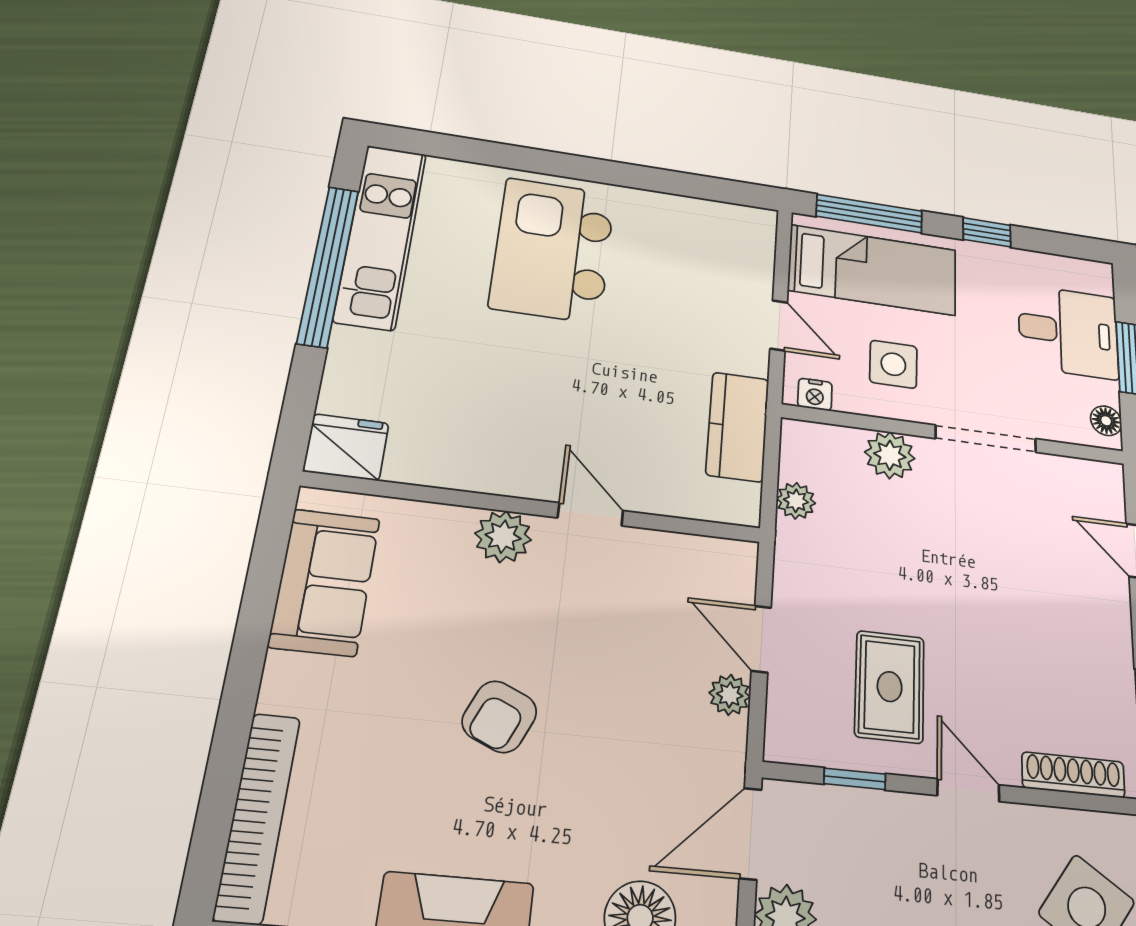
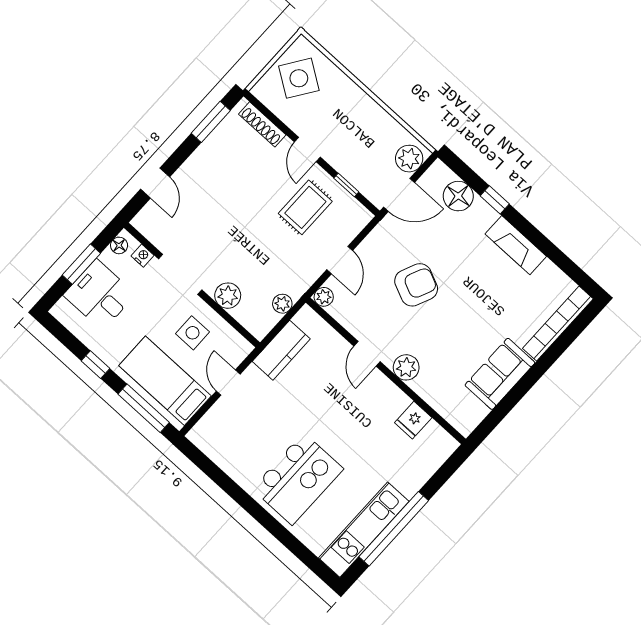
nightstand: (815, 394) -> (143, 256), moved
fridge: (346, 447) -> (413, 420), moved, width x0.72
sofa: (325, 582) -> (500, 374), moved
plant: (730, 695) -> (324, 297), moved
armchair: (499, 717) -> (416, 285), moved, width x1.38, depth x1.38

